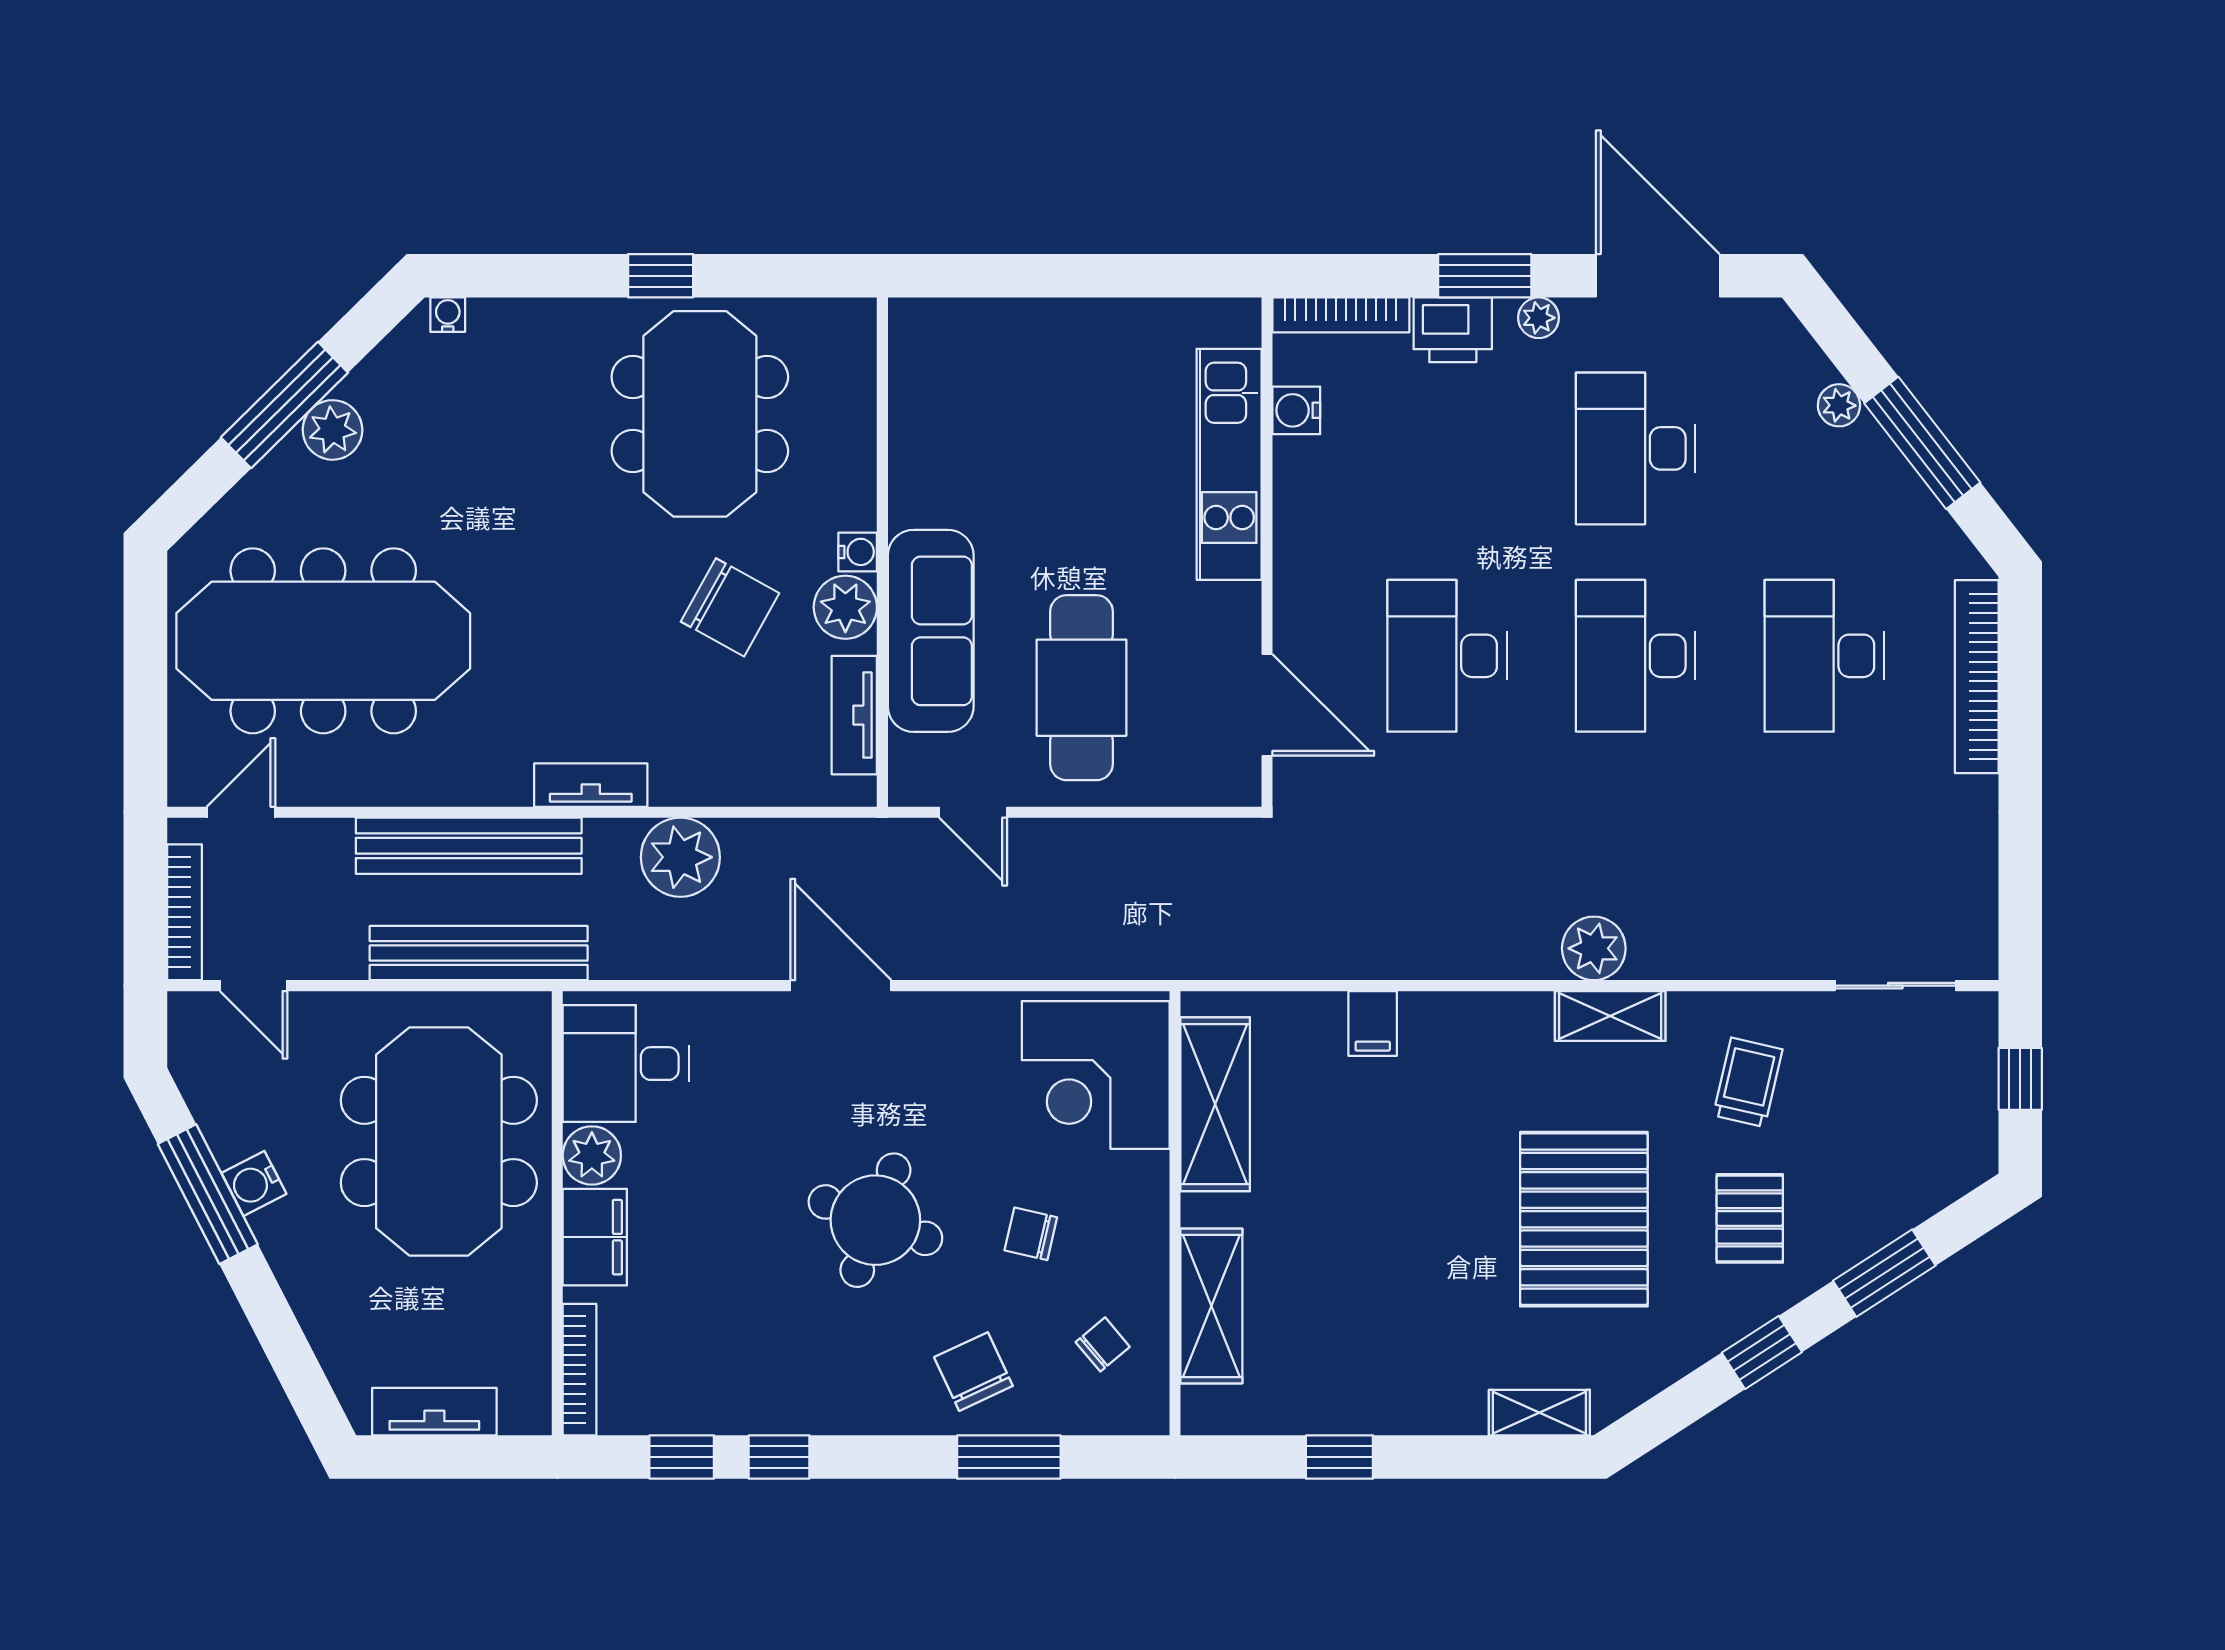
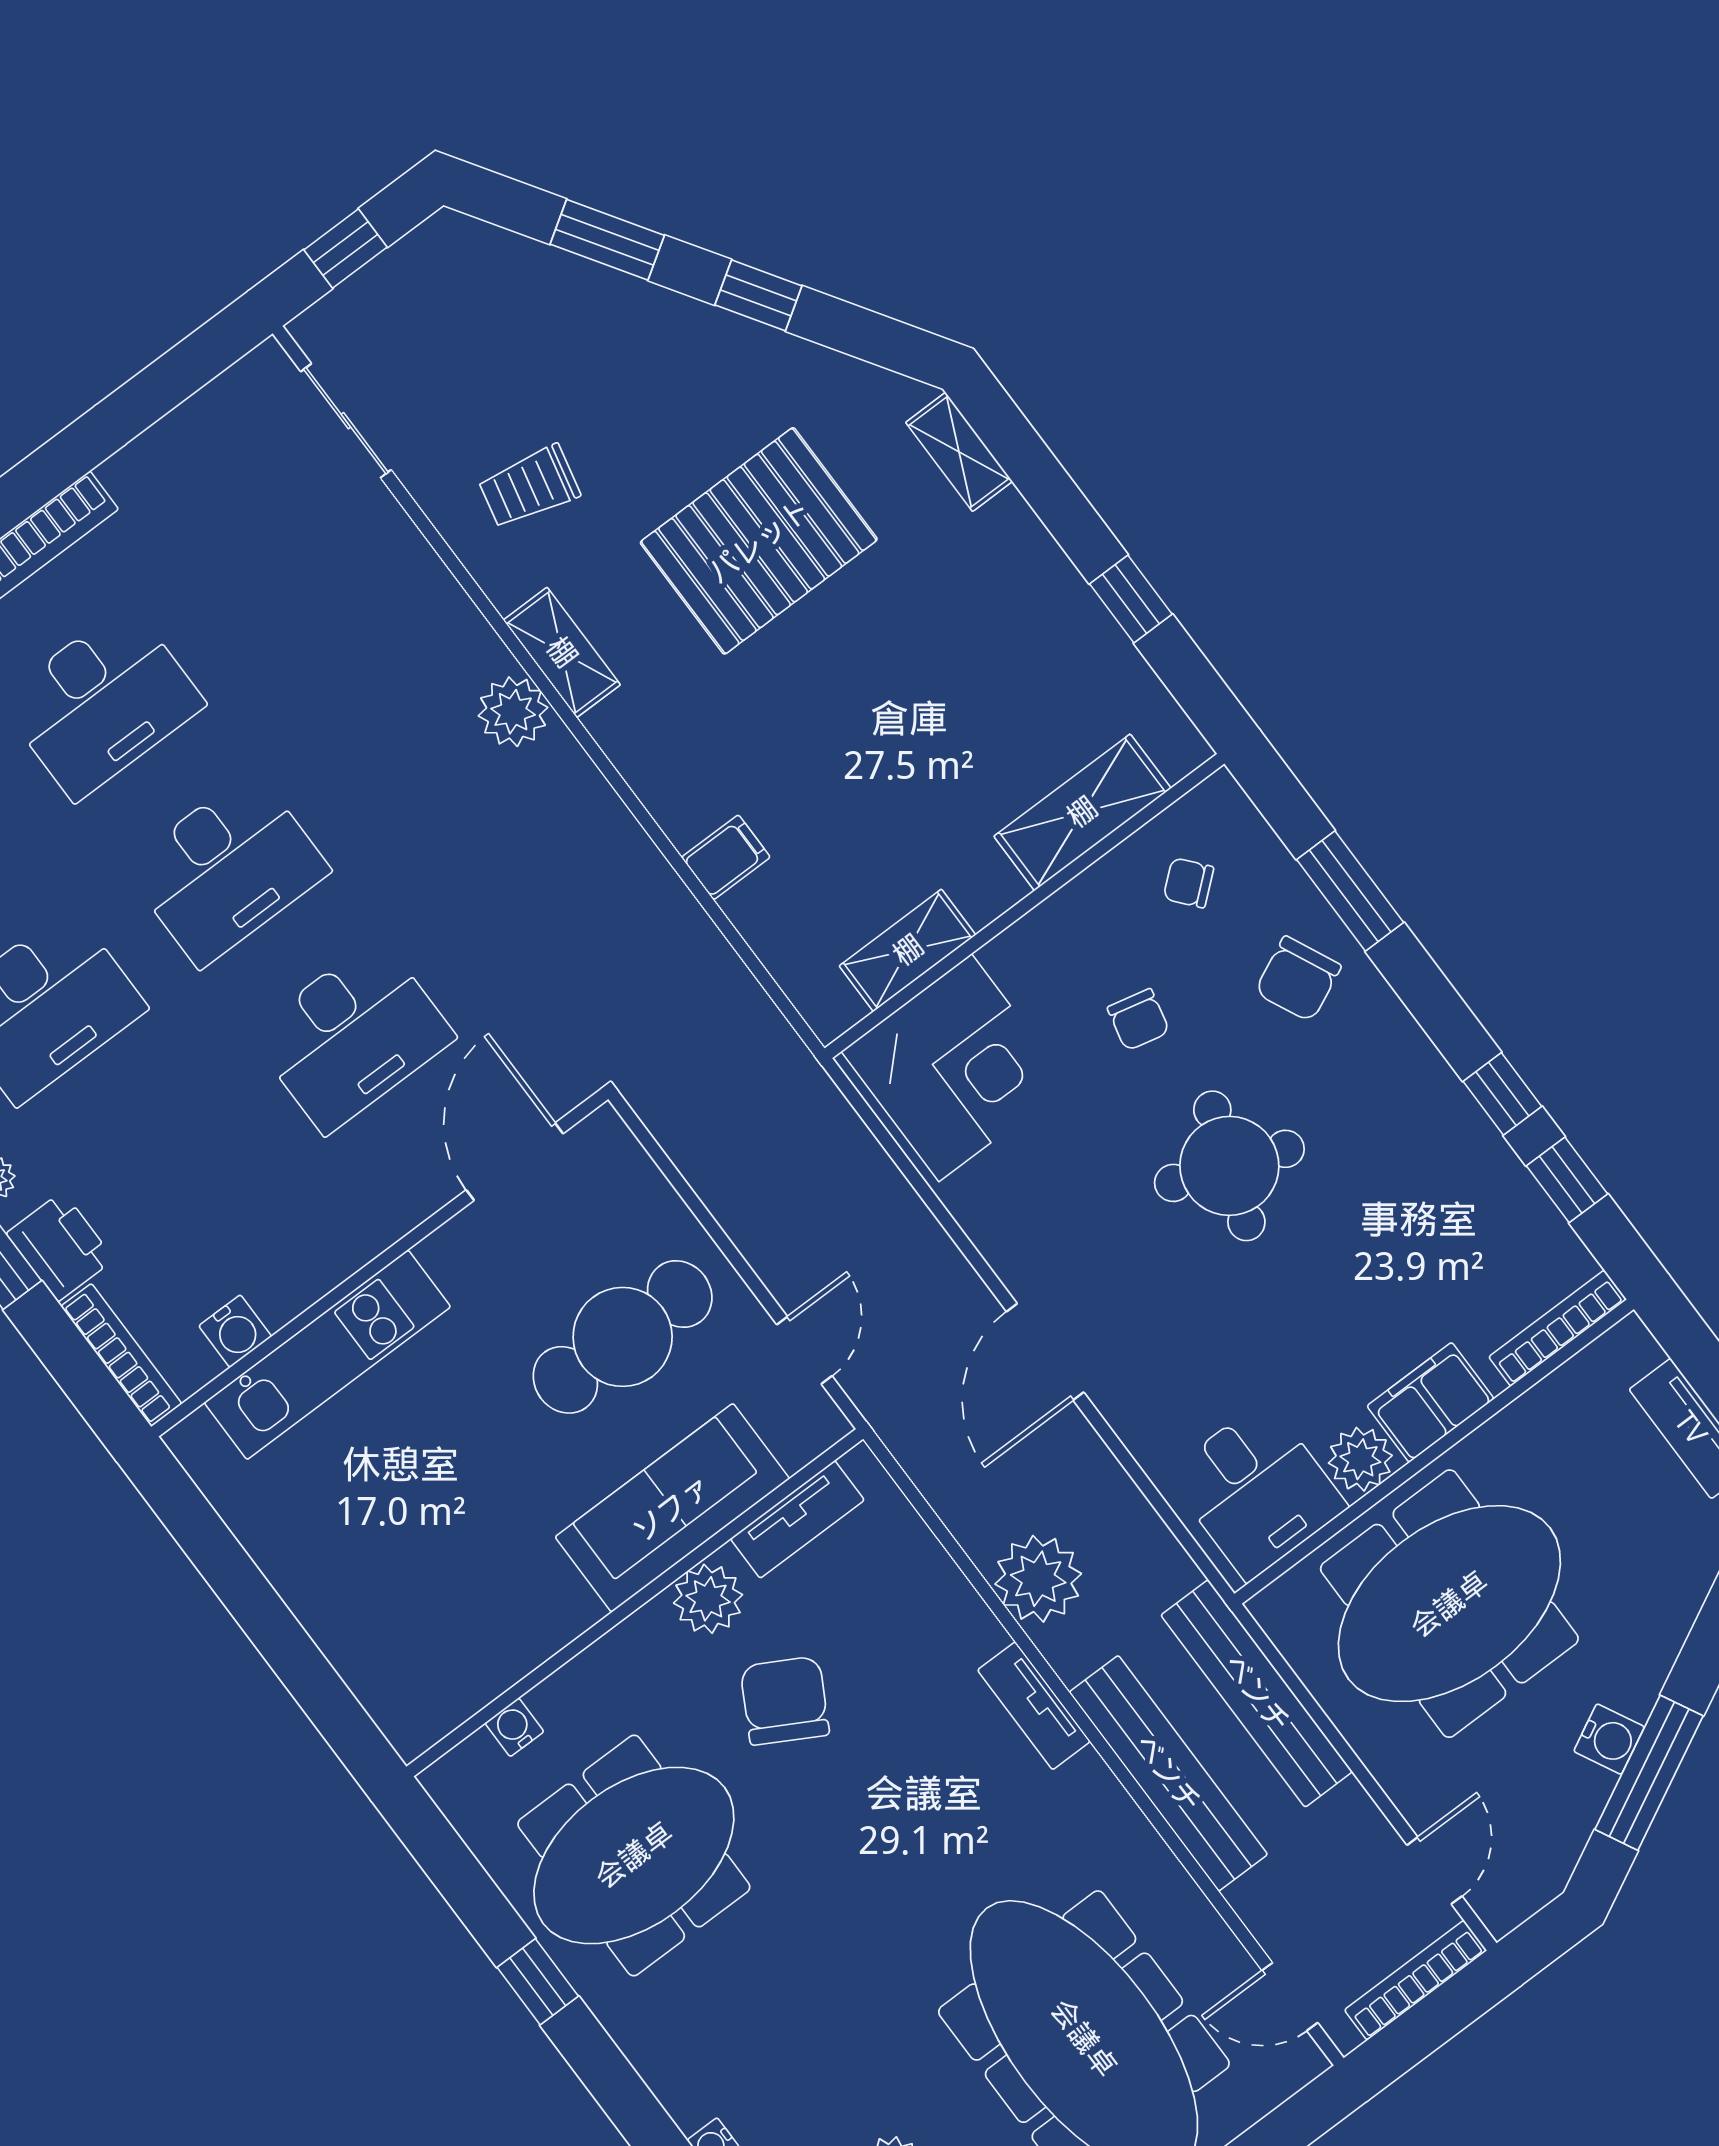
water cooler: (858, 552) -> (514, 1727), moved
shelving: (1215, 1104) -> (908, 950), width x0.67, depth x0.75
pallet: (1750, 1218) -> (648, 395), removed

